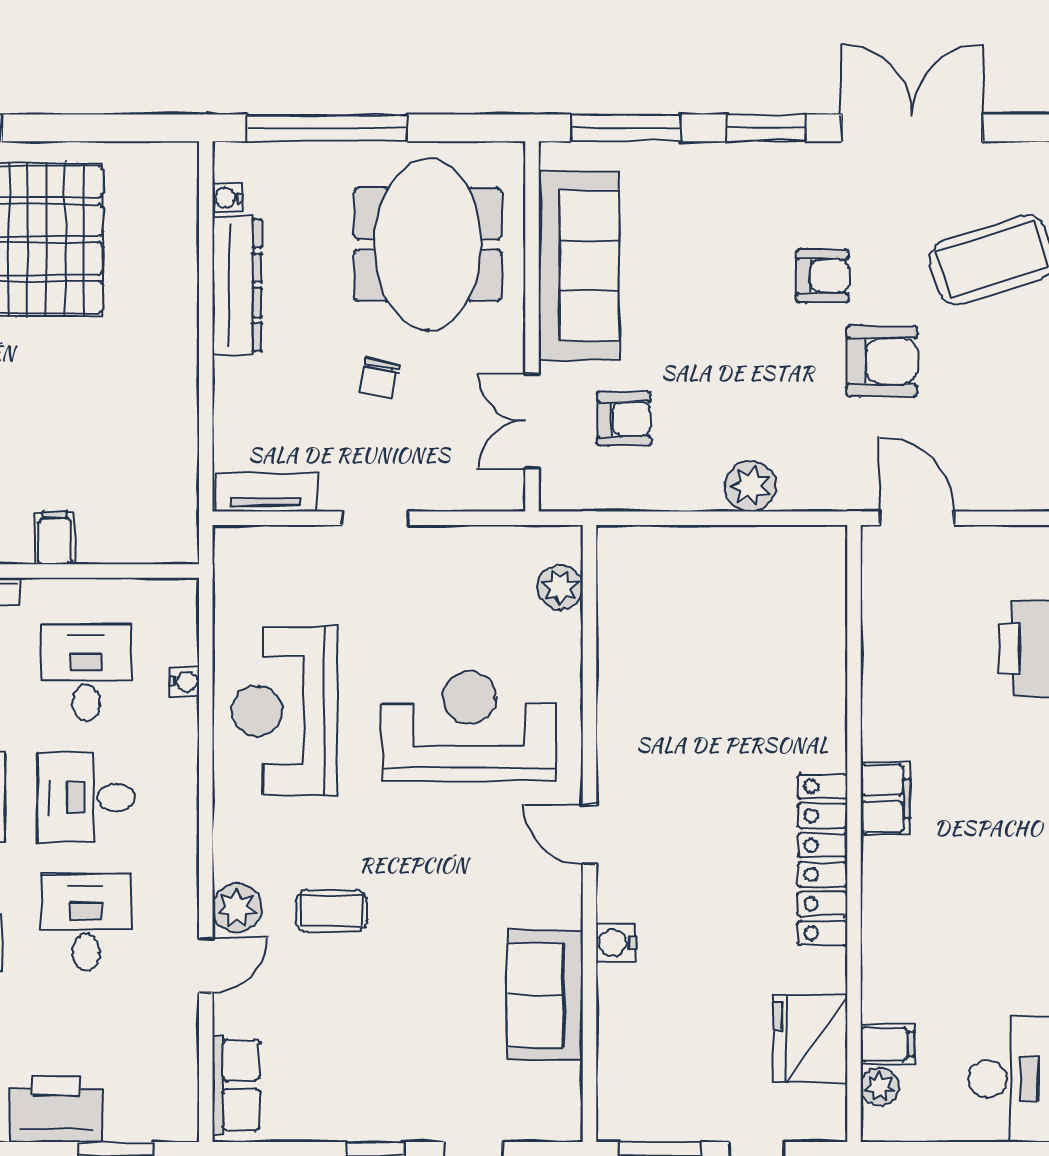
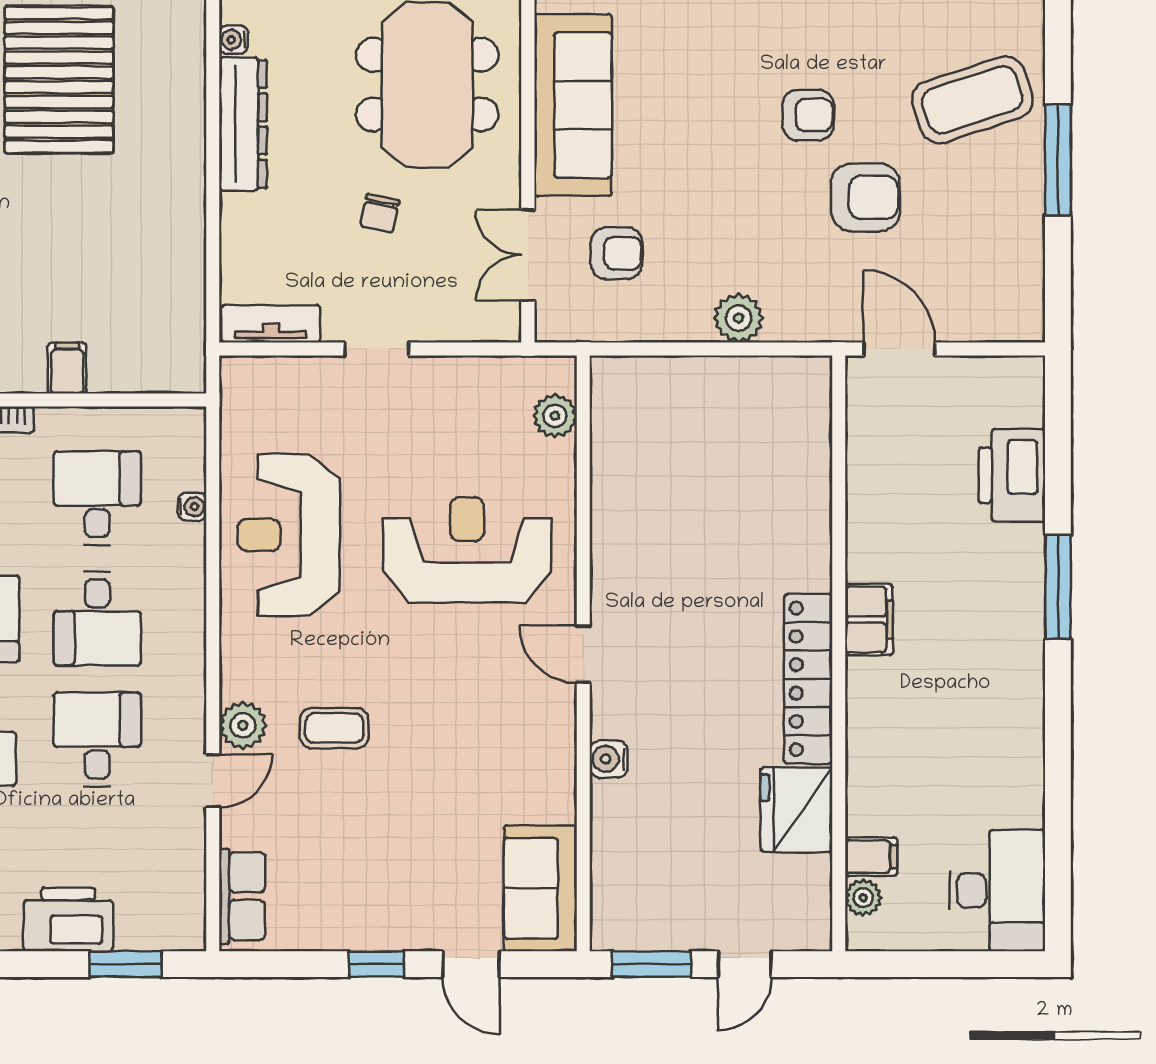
desk: (86, 797) -> (97, 619), turned -90
sofa: (545, 995) -> (540, 888), moved
fridge: (810, 1039) -> (796, 810), moved

